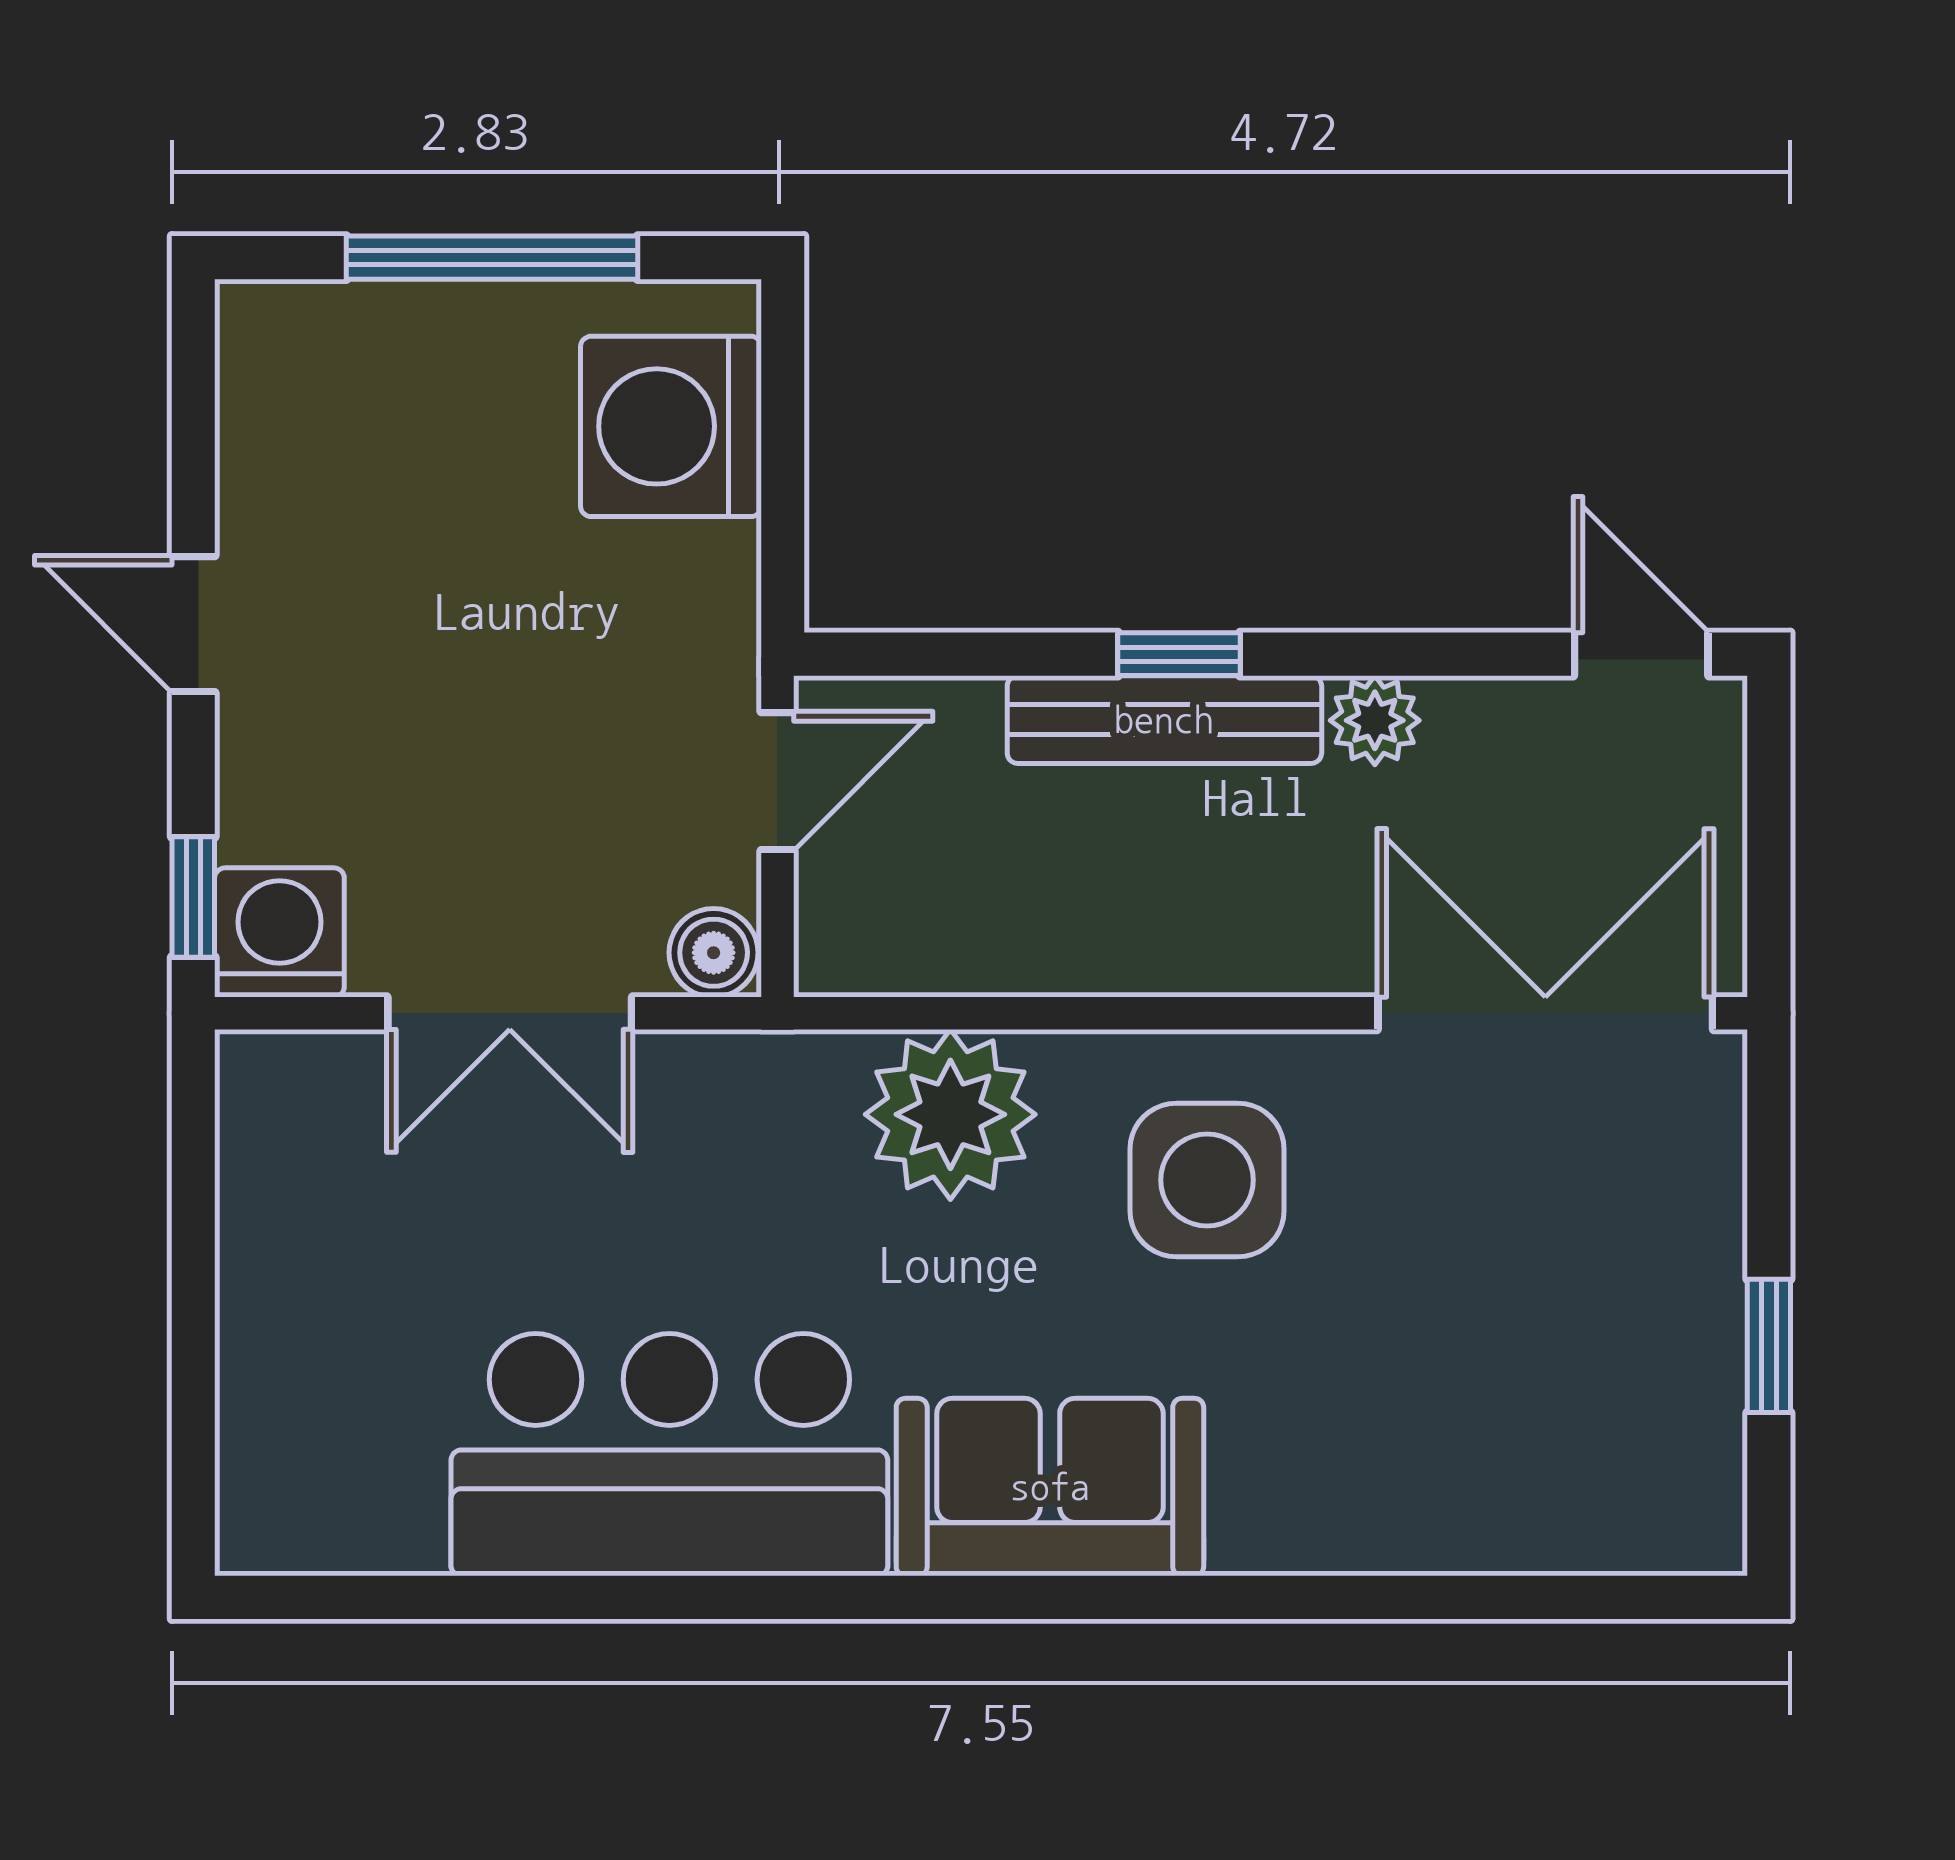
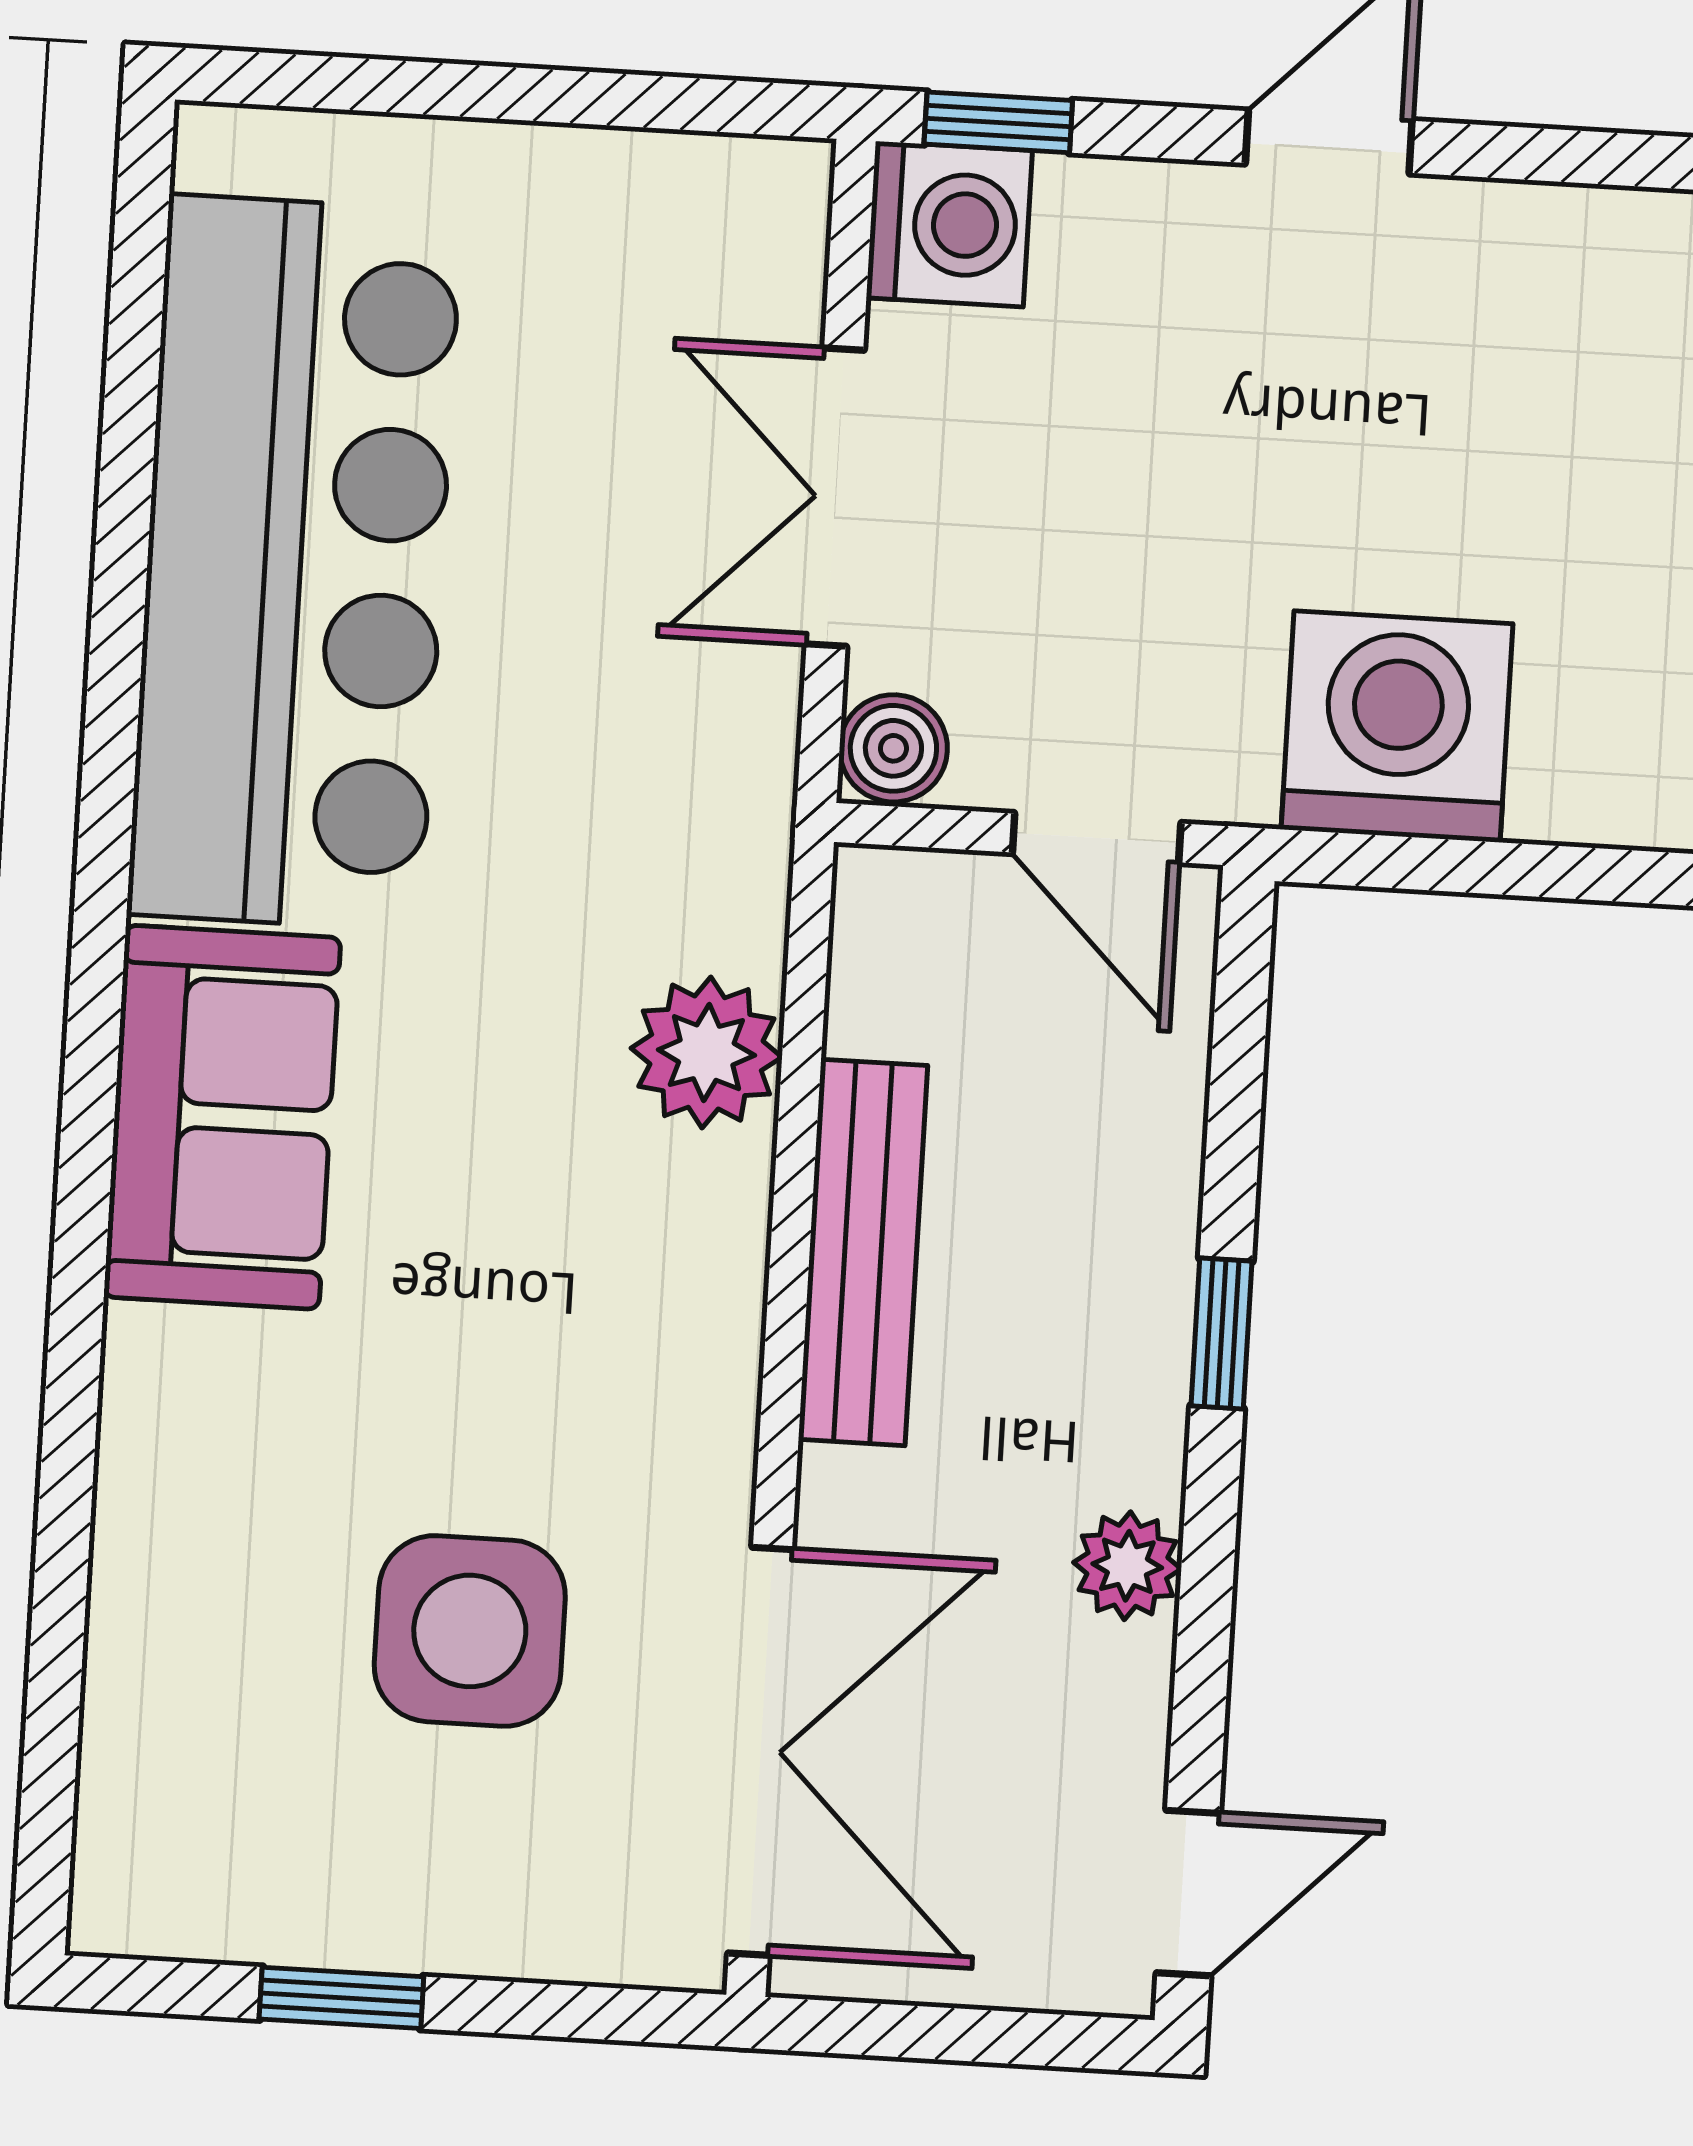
washing machine: (671, 426) -> (1397, 727), moved
bench: (1164, 720) -> (863, 1252), moved
plant: (950, 1114) -> (706, 1053), width x0.73, depth x0.73
side table: (1207, 1180) -> (470, 1631), moved
bar counter: (669, 1455) -> (295, 563), width x1.36

